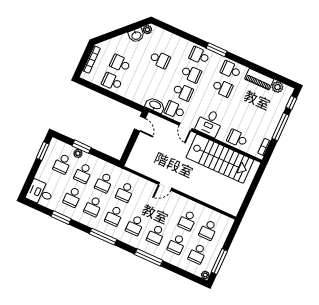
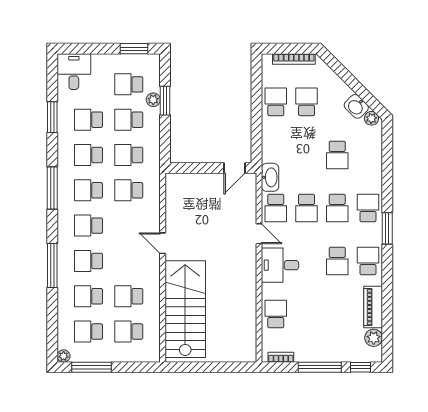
school desk: (175, 110) -> (276, 208), turned 180
door: (185, 127) -> (259, 234), swing flipped
stairs: (220, 159) -> (185, 309), moved, turned 180

